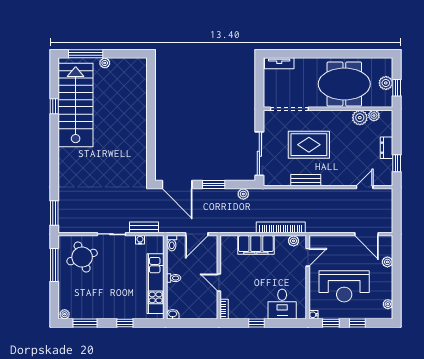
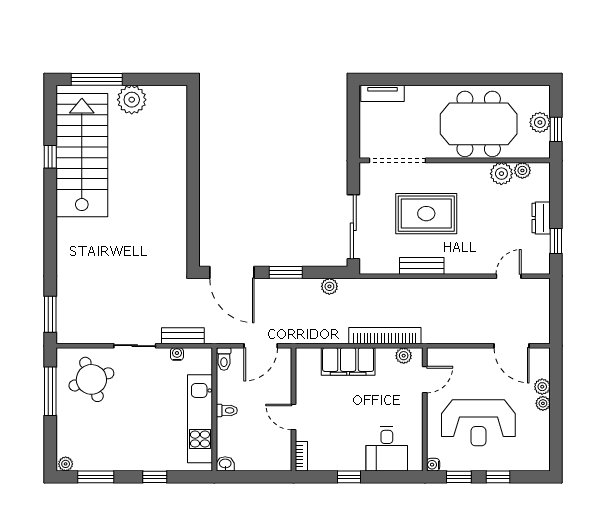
plant: (105, 63) -> (132, 100), width x1.88, depth x1.88
plant: (388, 304) -> (543, 403), moved

